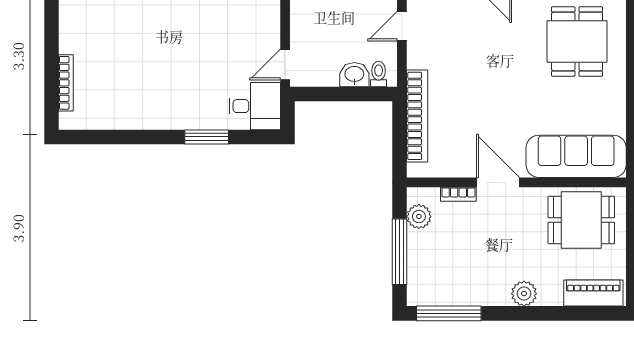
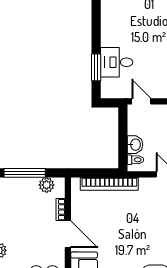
desk: (255, 106) -> (117, 62), moved, turned 90
window: (207, 137) -> (96, 67), moved
door: (498, 182) -> (68, 234), hinge flipped

